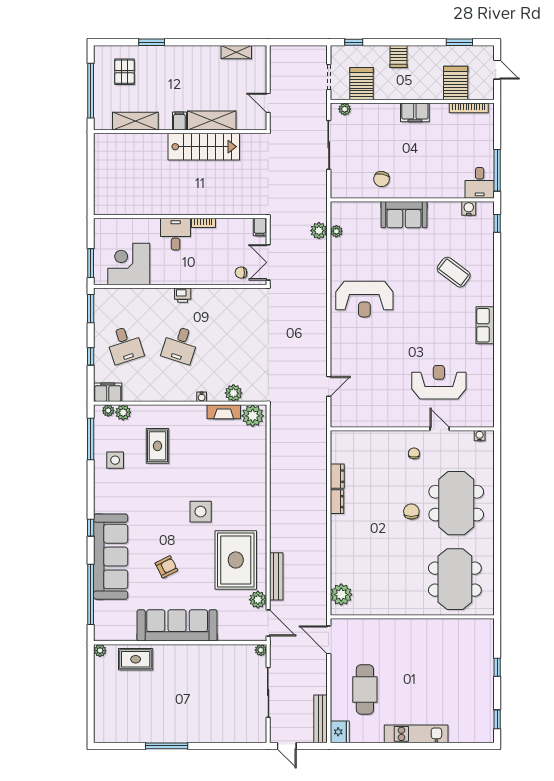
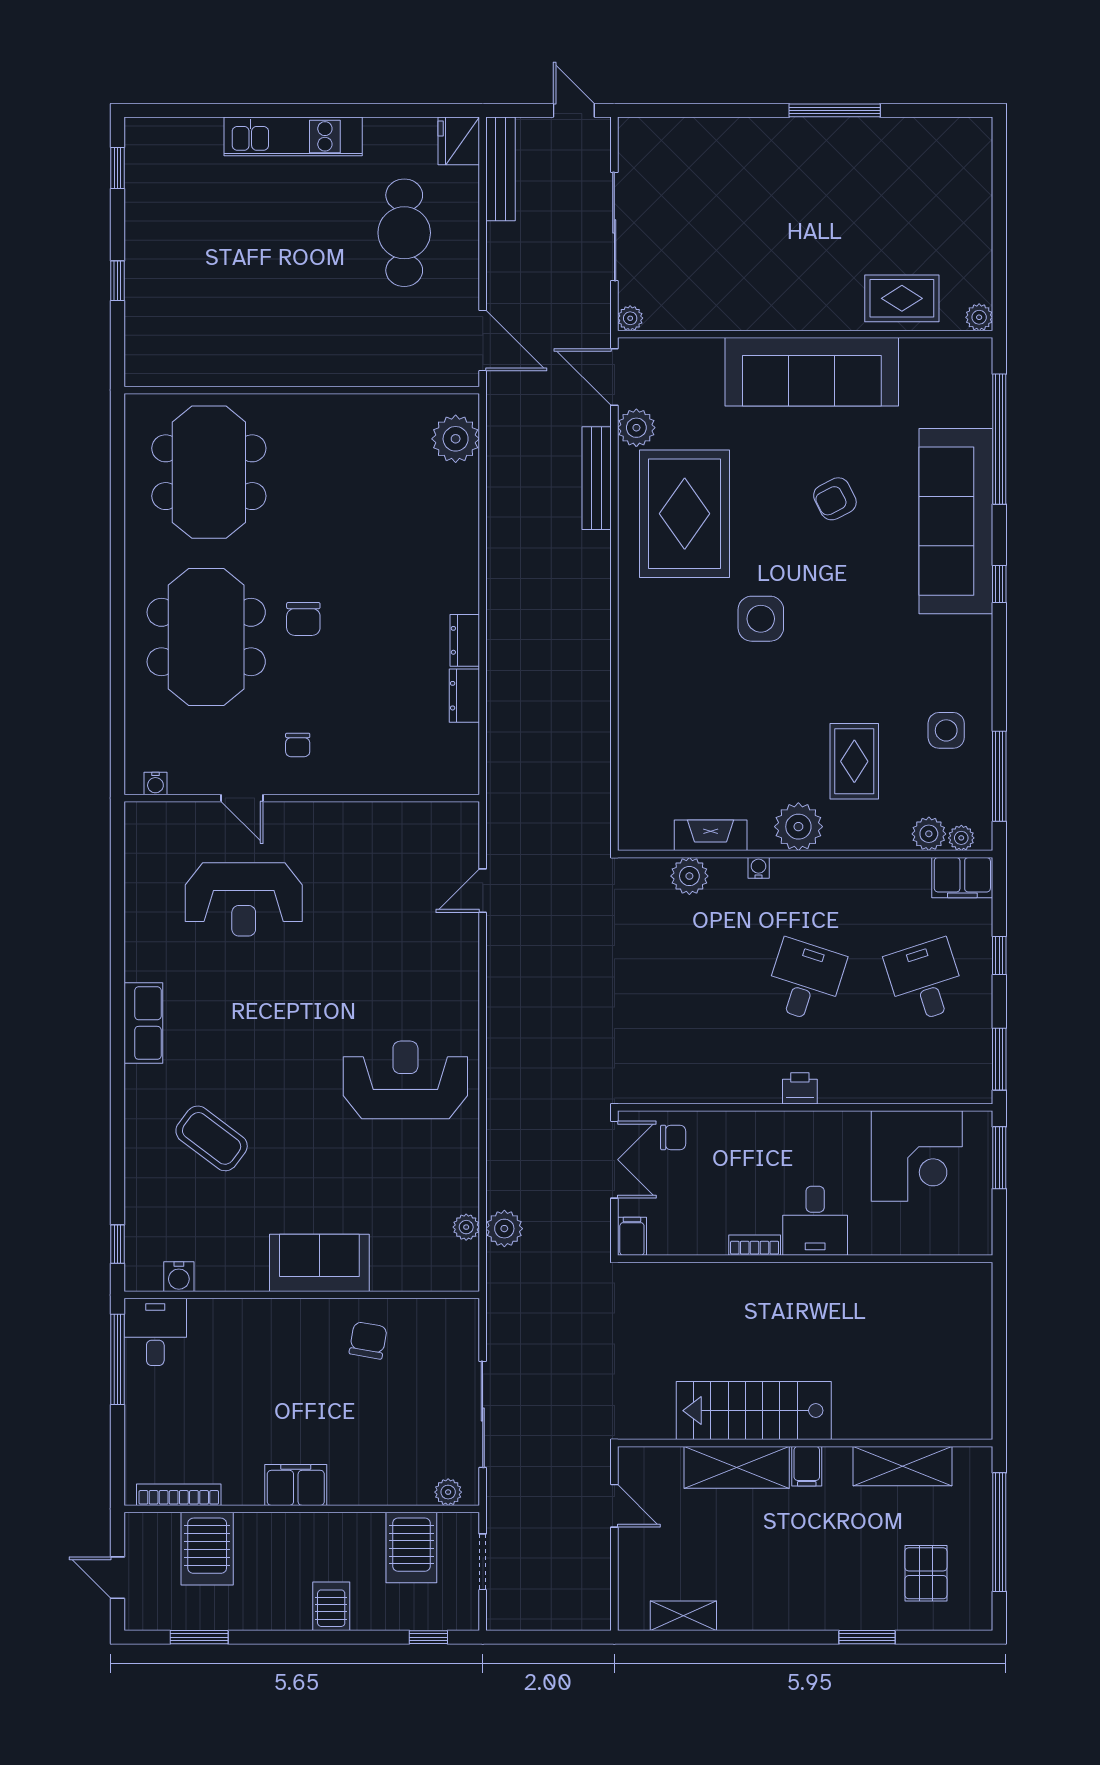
plant: (253, 416) -> (798, 827), moved

